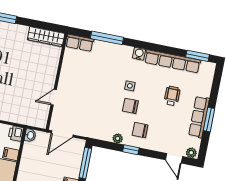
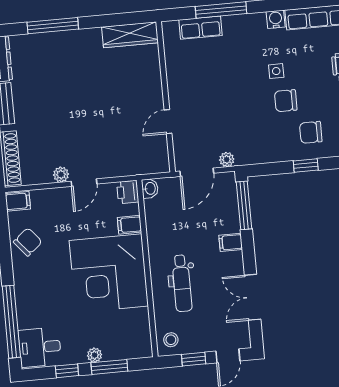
row of seats: (80, 43) -> (201, 28), moved
plant: (118, 138) -> (227, 160), moved

